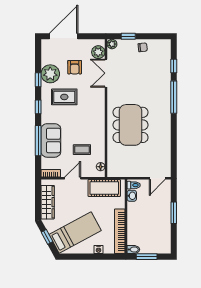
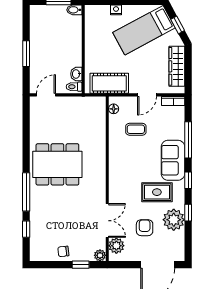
dining table: (131, 125) -> (57, 164), moved, turned 90
sofa: (51, 140) -> (173, 160), moved
bookcase: (120, 231) -> (91, 32), removed

